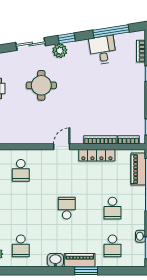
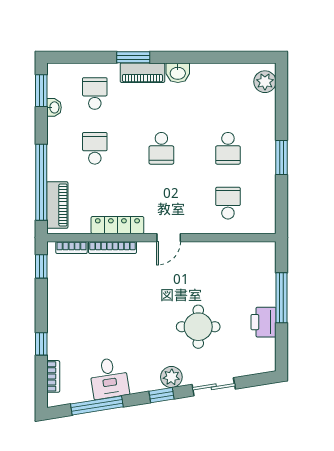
school desk: (21, 246) -> (228, 148), moved, turned 180

